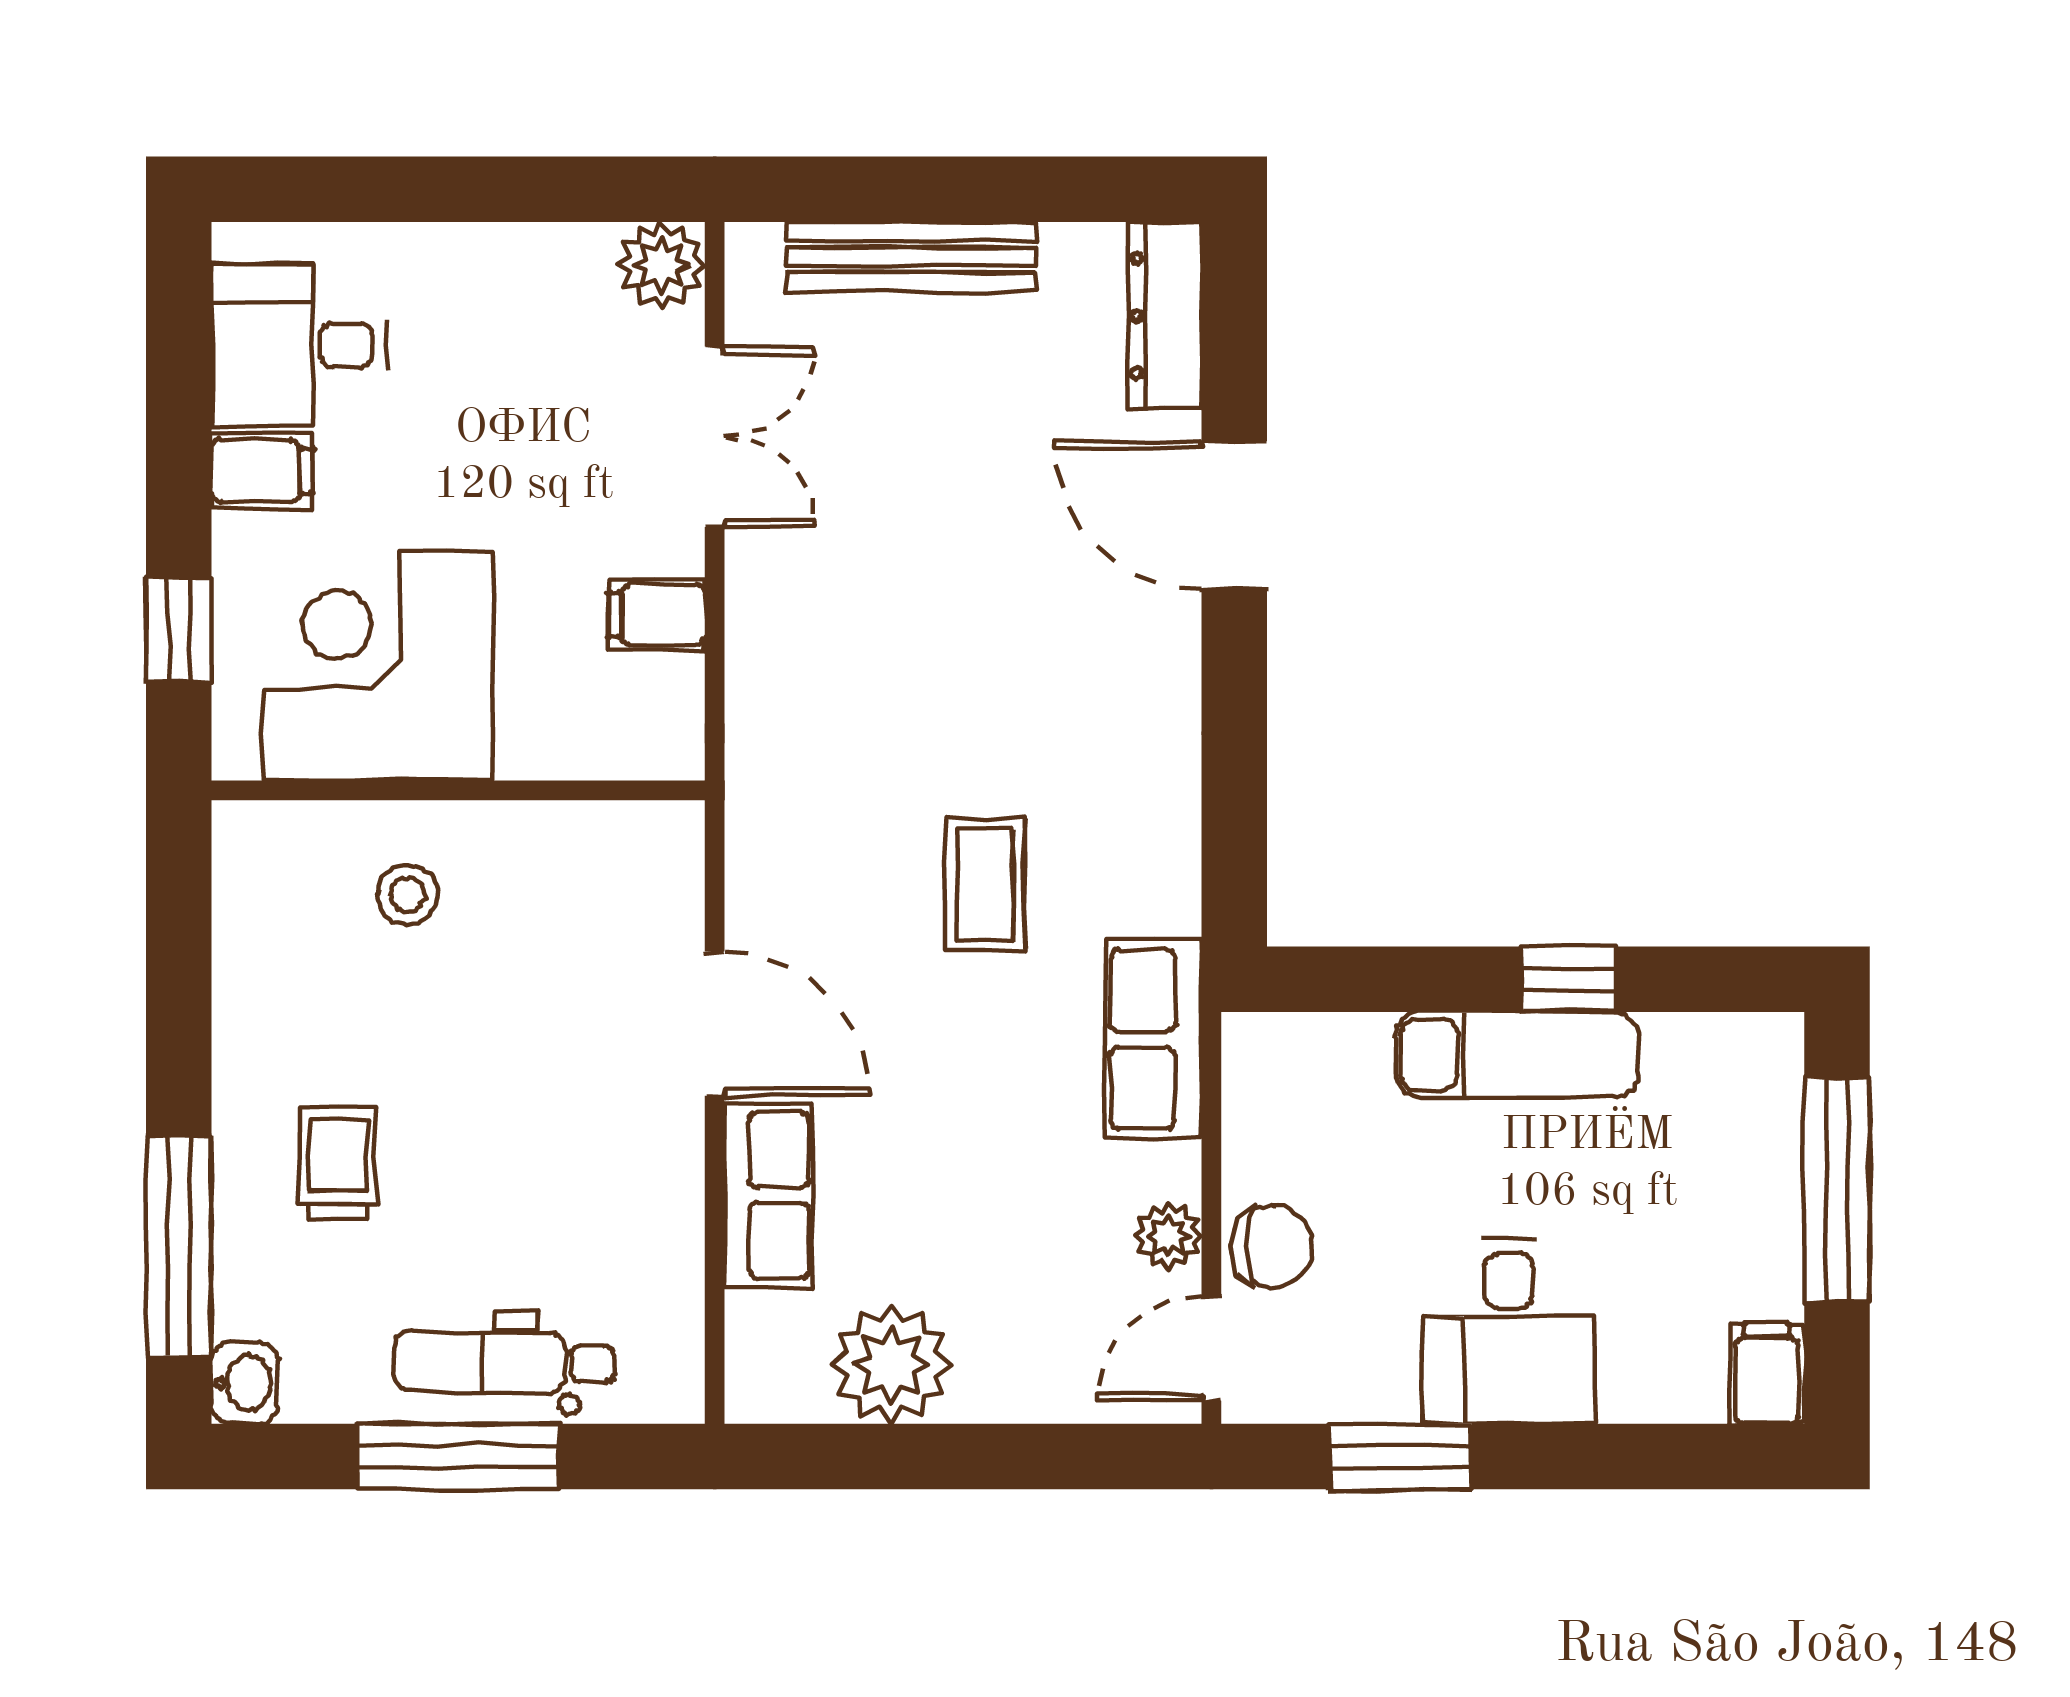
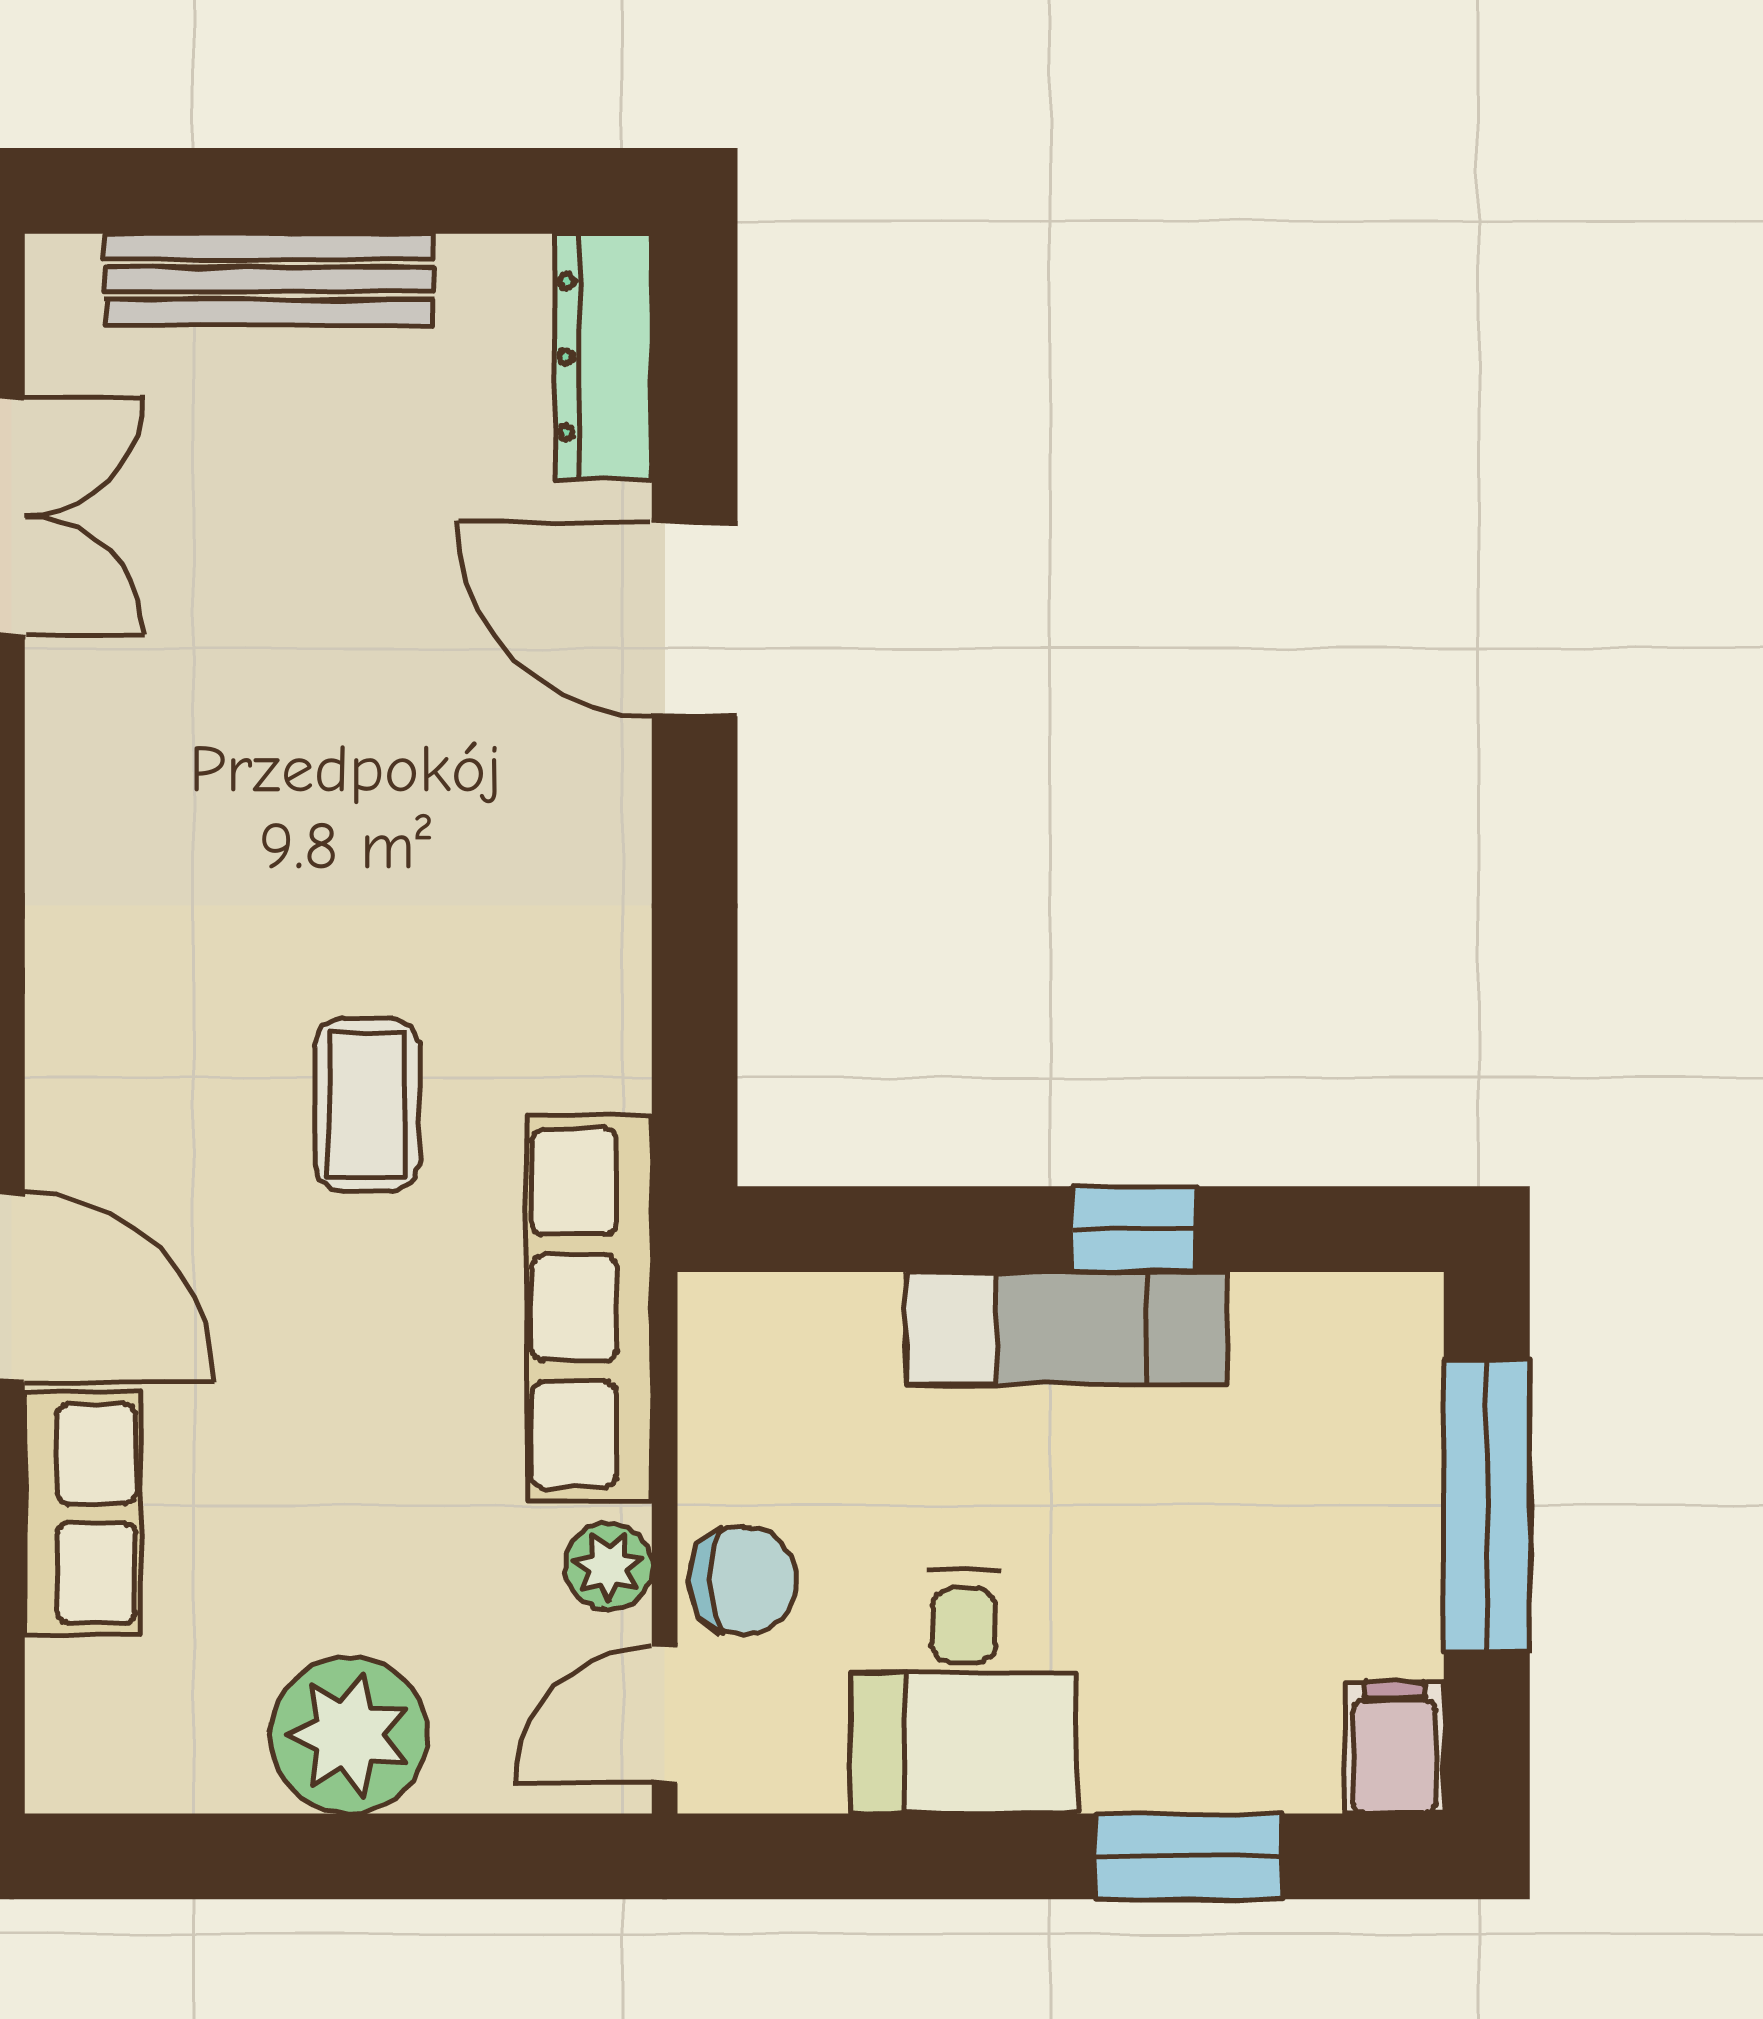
row of seats: (1154, 1039) -> (589, 1308), width x1.48
desk: (1509, 1331) -> (964, 1692), moved
plant: (891, 1364) -> (349, 1735), moved
window: (1400, 1457) -> (1188, 1856), moved

